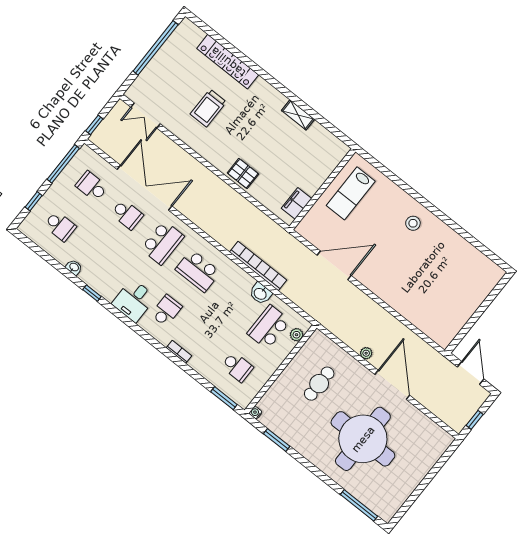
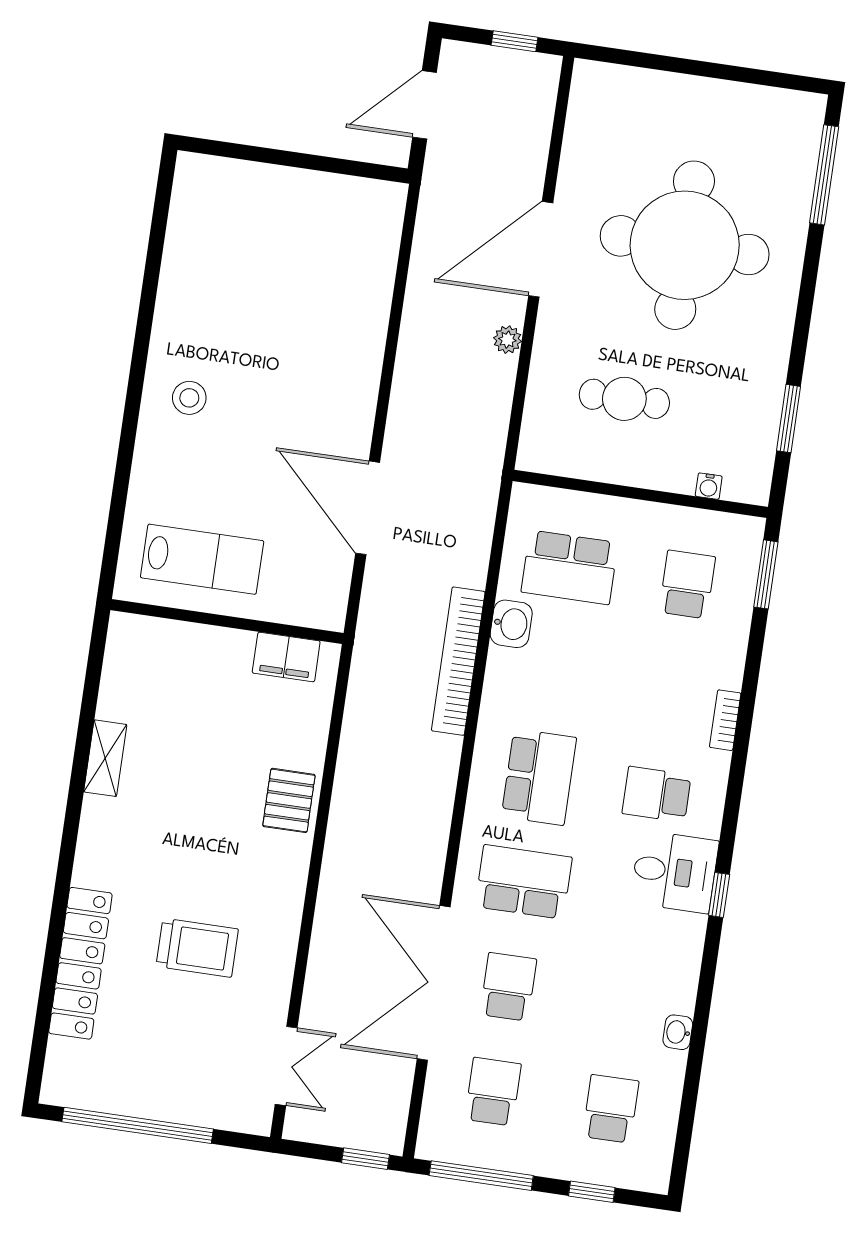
school desk: (92, 186) -> (493, 1092), turned 180
window: (92, 293) -> (719, 895), moved
plant: (297, 335) -> (552, 502), removed
water cooler: (256, 413) -> (709, 486), moved

